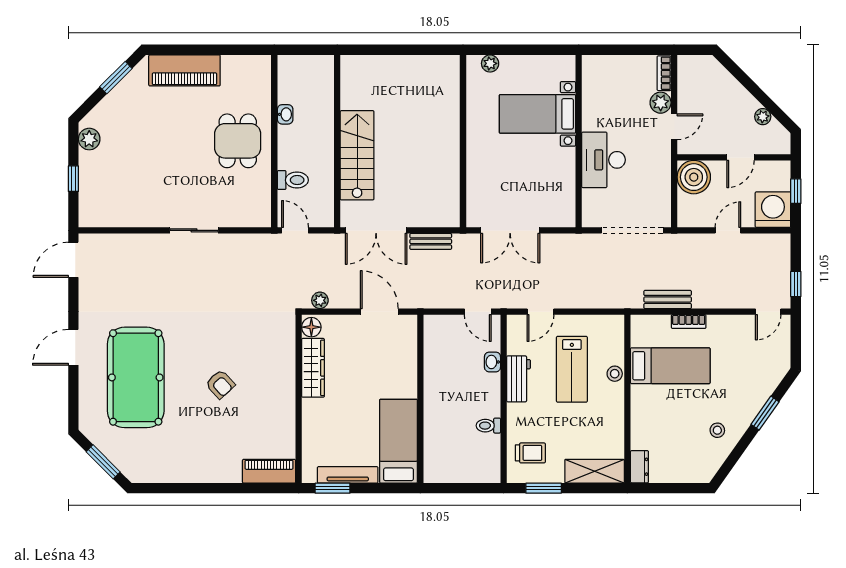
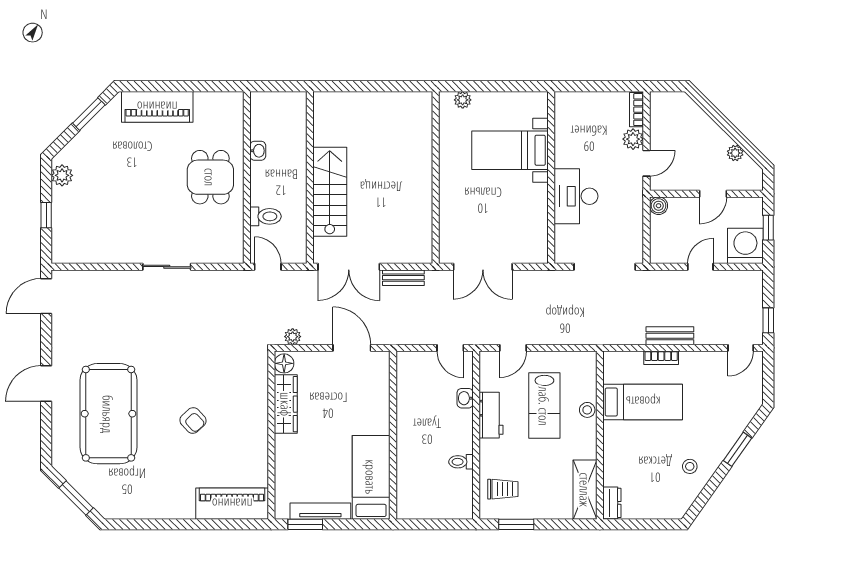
boiler: (694, 177) -> (659, 206), width x0.54, depth x0.54
bench: (668, 299) -> (670, 336), moved
piano: (269, 471) -> (232, 504), width x1.37, depth x1.33
shelving: (595, 471) -> (585, 490), moved, turned 90

